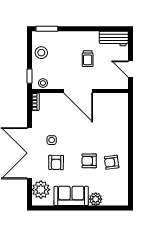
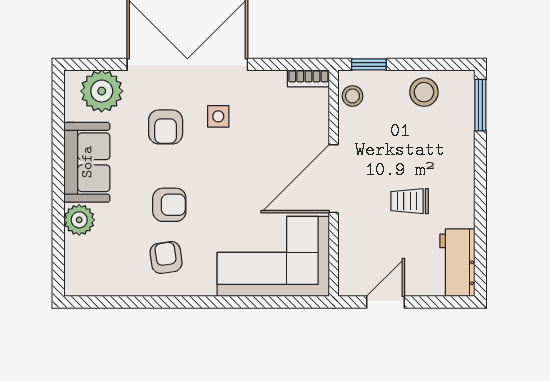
corner sofa: (111, 117) -> (273, 256), added
armchair: (89, 161) -> (169, 205), turned 90
armchair: (56, 162) -> (166, 127), turned -91

